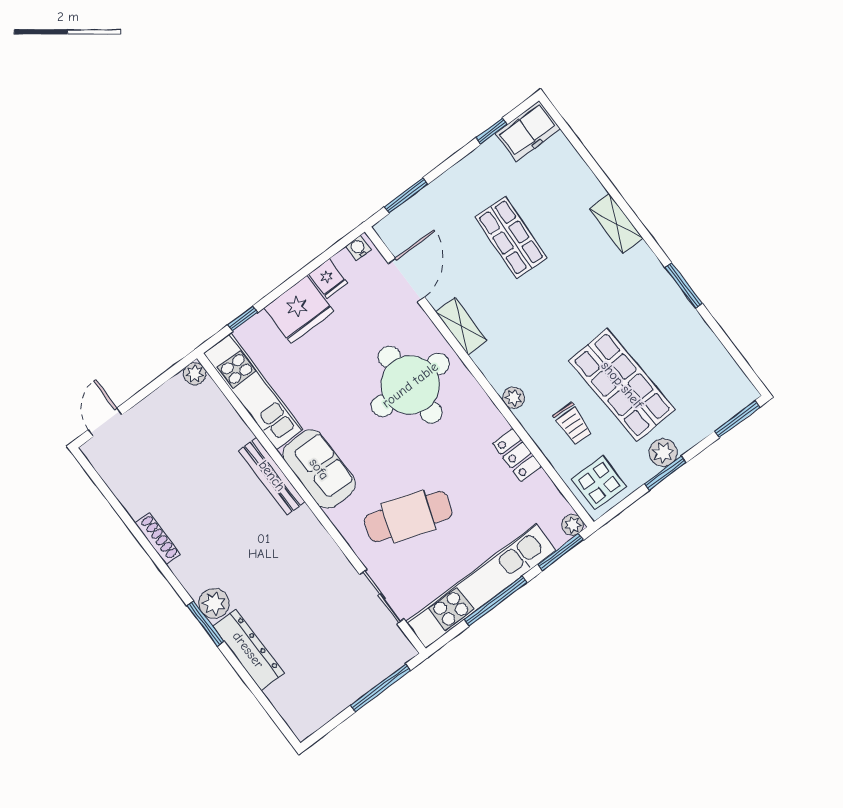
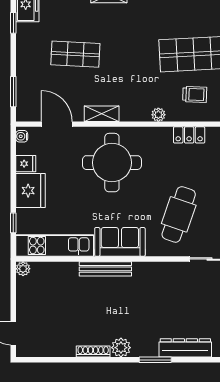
plant: (214, 603) -> (121, 348), moved

